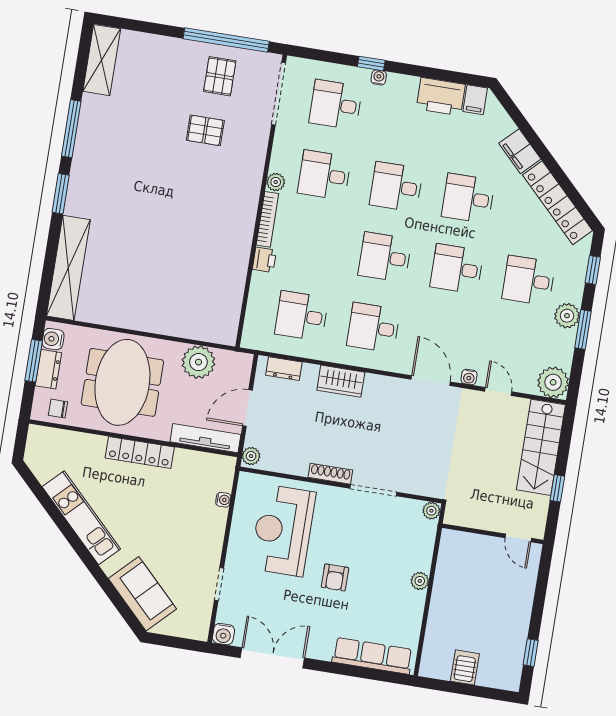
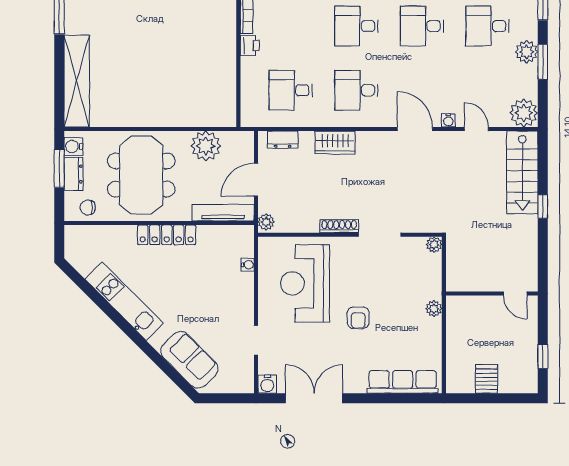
wall: (493, 534) -> (492, 293), moved
door: (518, 538) -> (515, 293), moved

